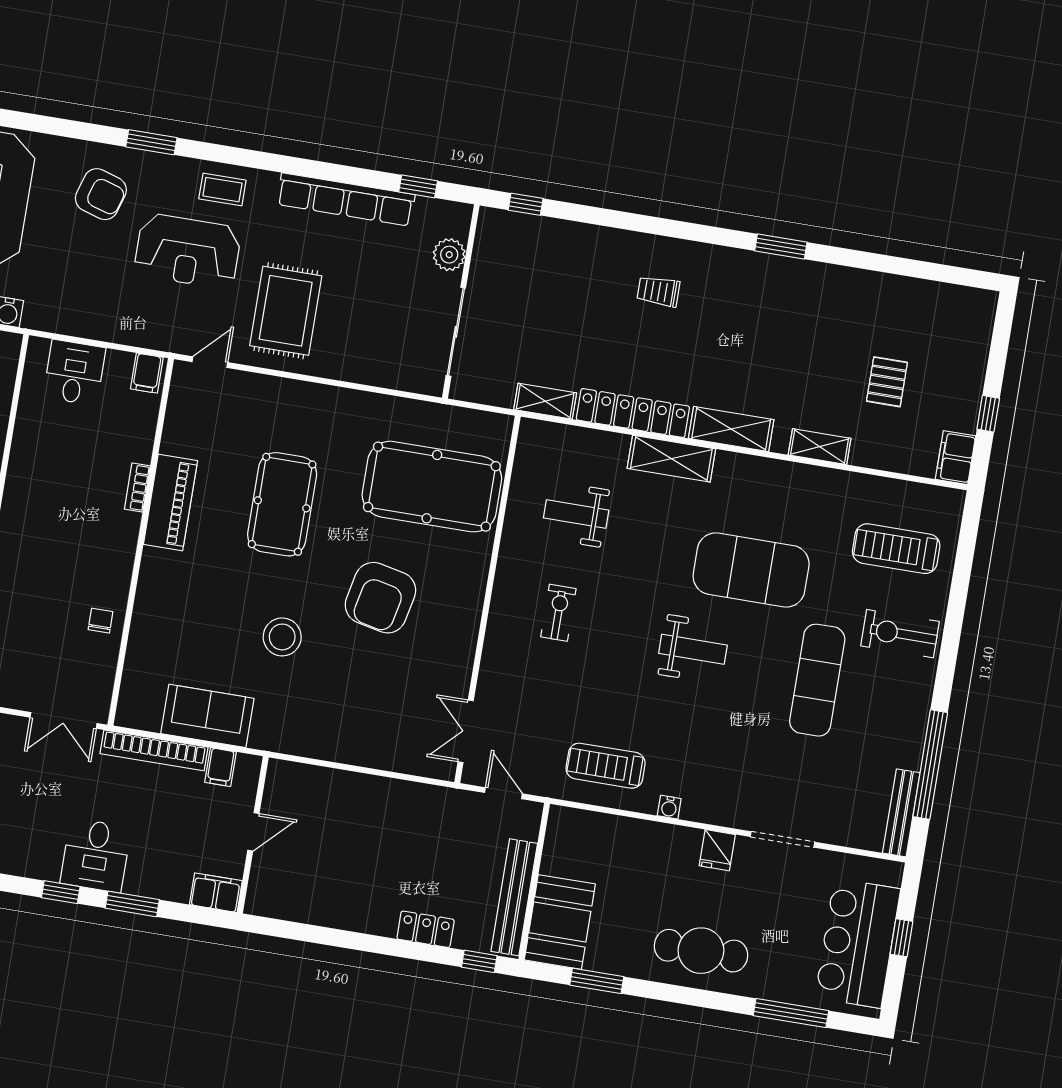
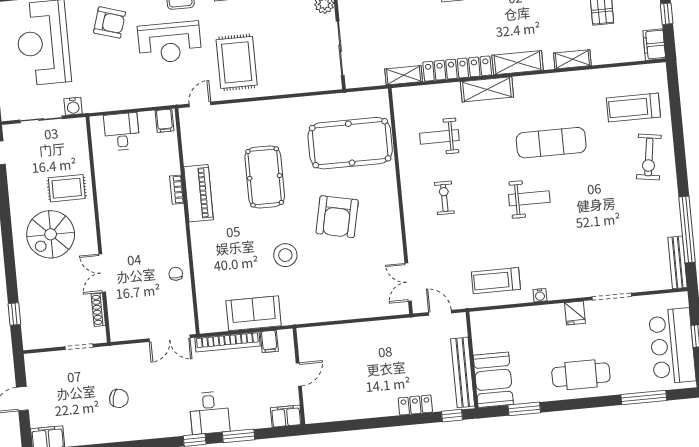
exercise mat: (751, 570) -> (551, 143), width x0.68
exercise bike: (900, 634) -> (649, 157), turned -82
exercise mat: (817, 680) -> (607, 197), removed

